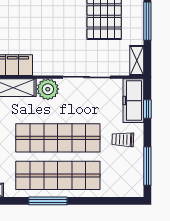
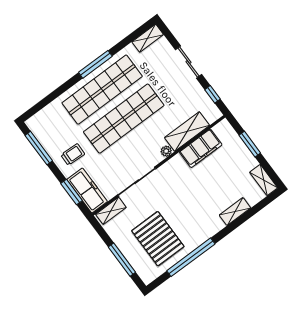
shelving: (137, 60) -> (111, 211), moved, turned 90
plant: (48, 89) -> (166, 151), width x0.53, depth x0.53
window: (147, 109) -> (71, 192), width x1.50

